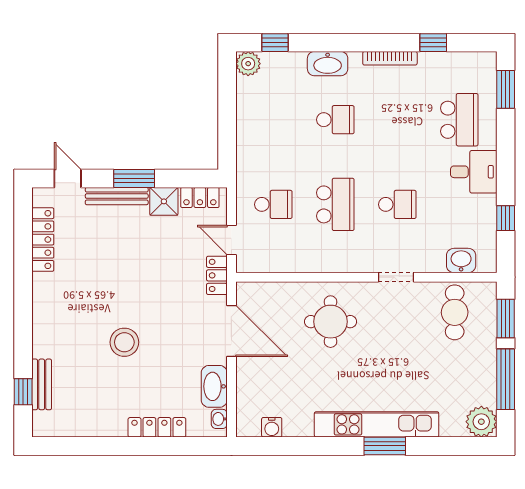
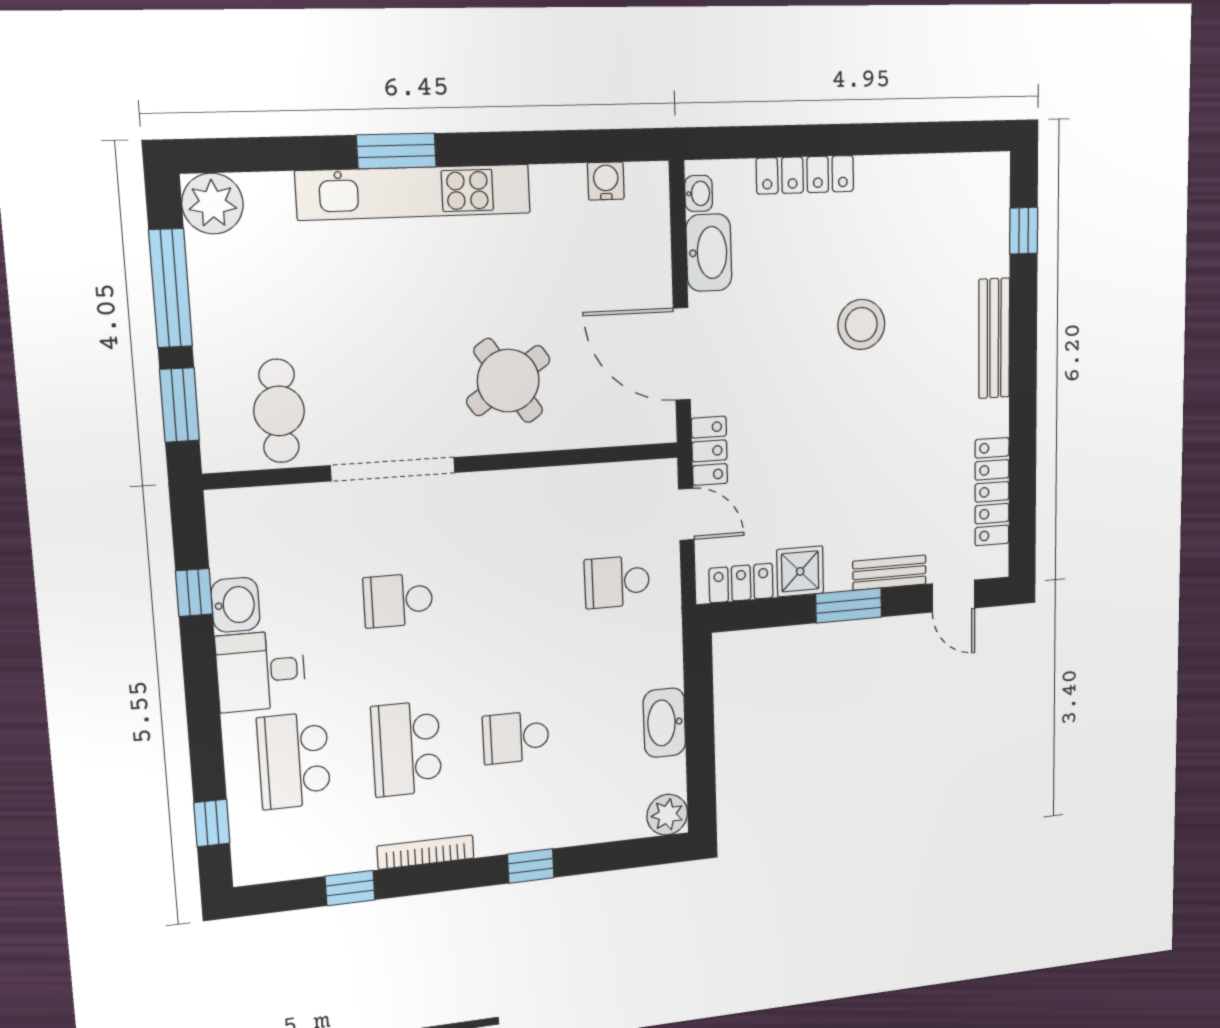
window: (275, 43) -> (531, 866), moved
washbasin: (328, 64) -> (664, 723), moved, turned -90
window: (506, 89) -> (212, 823), width x0.67
bench: (117, 196) -> (889, 573), width x0.73
school desk: (335, 204) -> (407, 749), moved
washbasin: (461, 260) -> (235, 605), moved, turned -90
doorway: (396, 277) -> (393, 469), width x1.87
round table: (331, 322) -> (508, 381), turned -34
bench: (42, 384) -> (994, 338), moved, width x1.36

